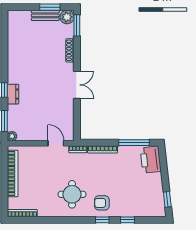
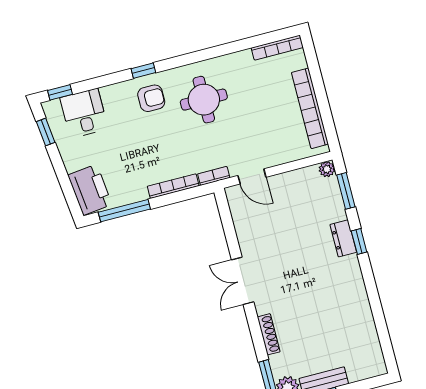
desk: (143, 204) -> (84, 113), added
window: (127, 220) -> (60, 92), moved

